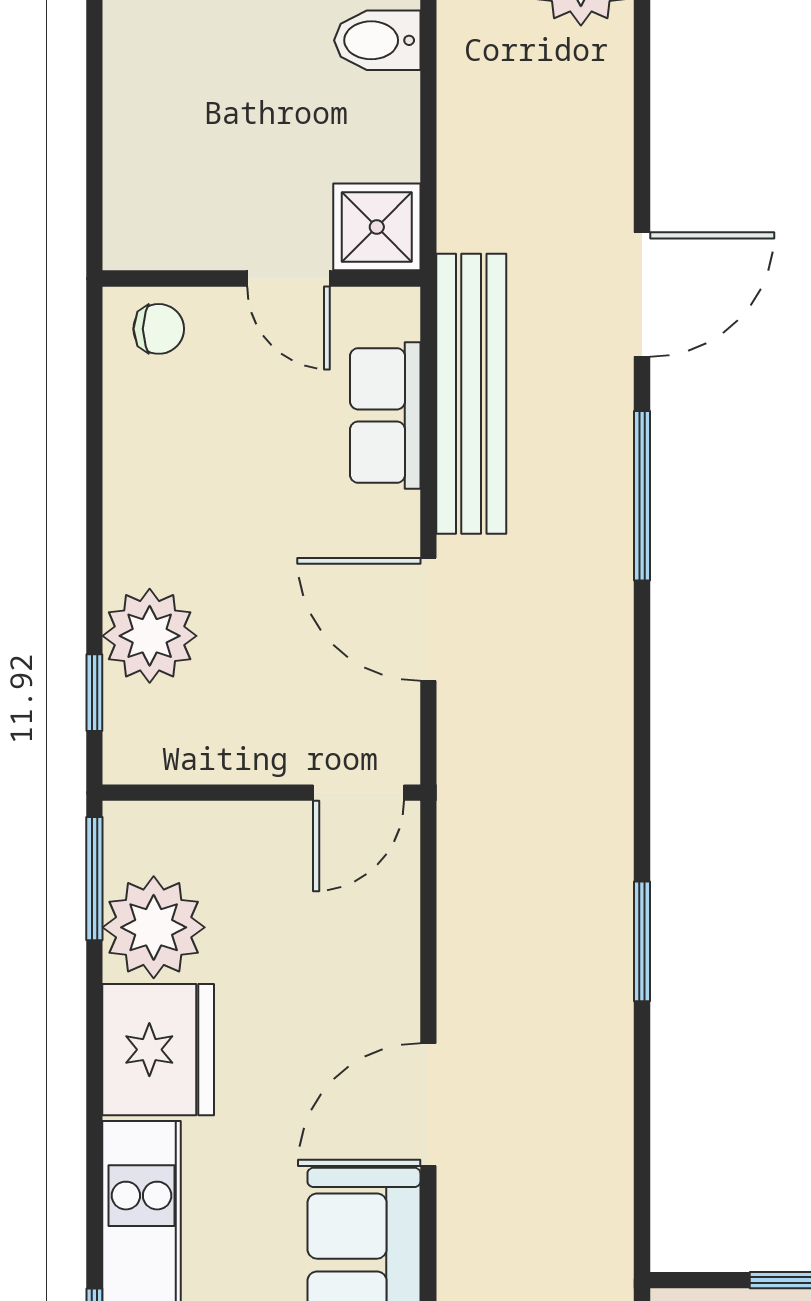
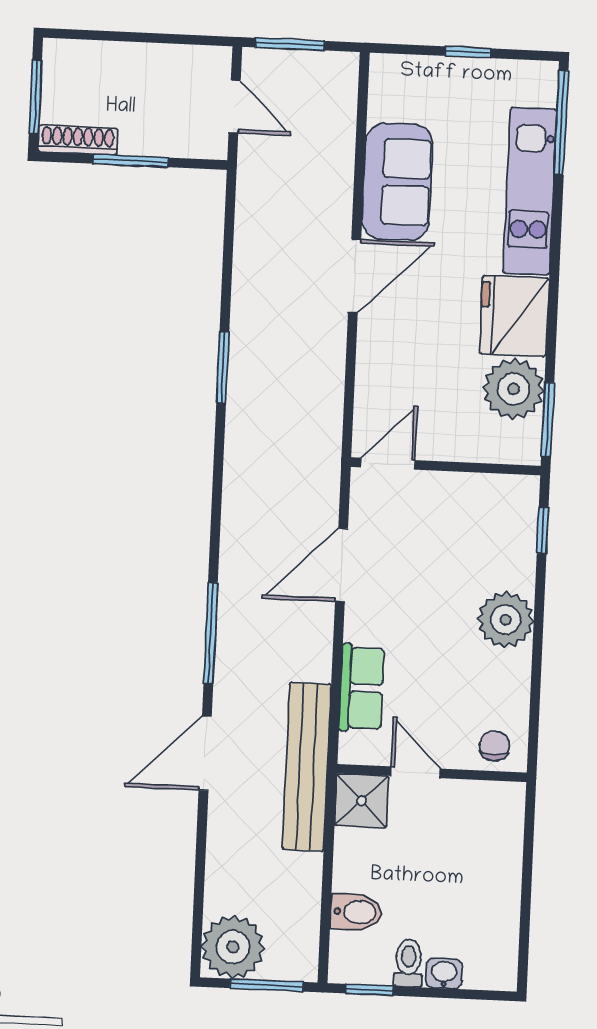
chair: (159, 329) -> (494, 746), turned 90
bench: (471, 394) -> (307, 767), moved
door: (428, 619) -> (341, 565), swing flipped
plant: (150, 636) -> (506, 620), moved

